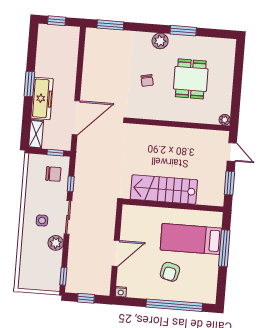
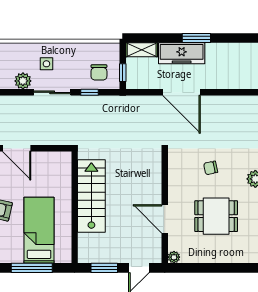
door: (76, 118) -> (181, 92), moved
door: (190, 125) -> (165, 219), added

